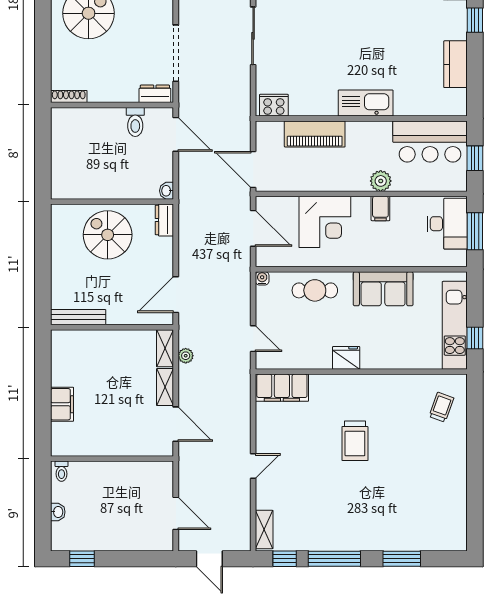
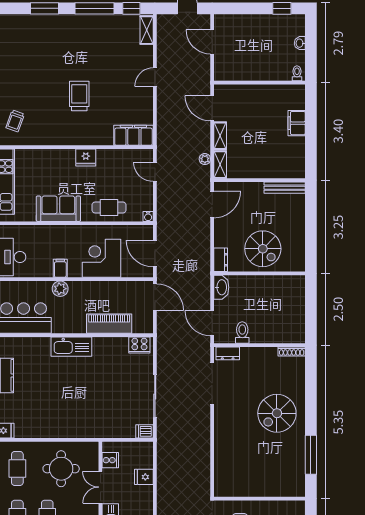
washbasin: (167, 191) -> (221, 287), width x1.91, depth x1.45

